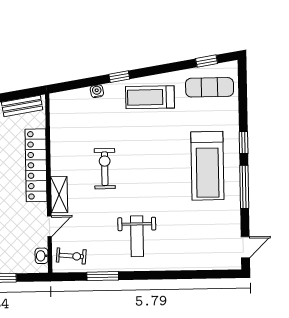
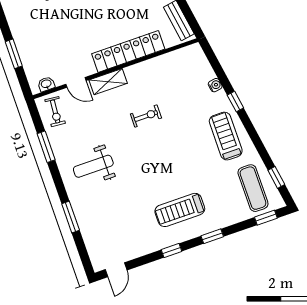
window: (242, 84) -> (266, 218), added
treadmill: (207, 166) -> (180, 210), width x0.73, depth x0.73
exercise bike: (105, 169) -> (146, 116), width x0.73, depth x0.72
window: (244, 187) -> (171, 250), width x0.46
door: (245, 247) -> (116, 270), hinge flipped
window: (179, 275) -> (71, 217), added

